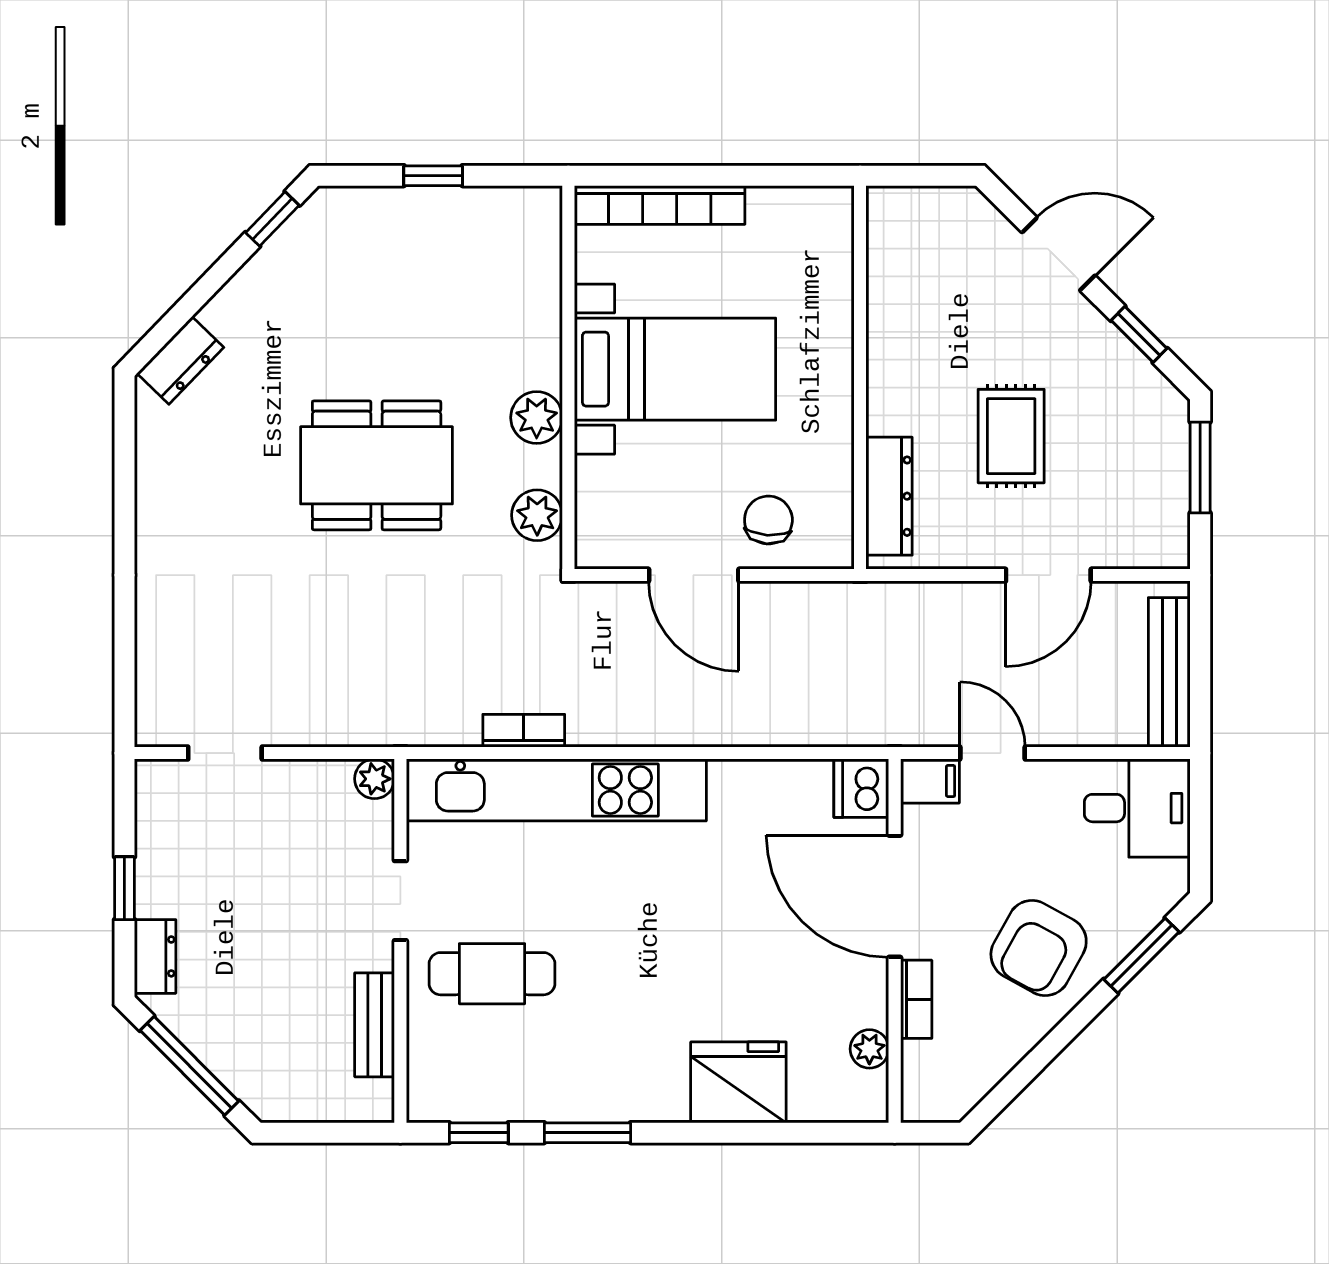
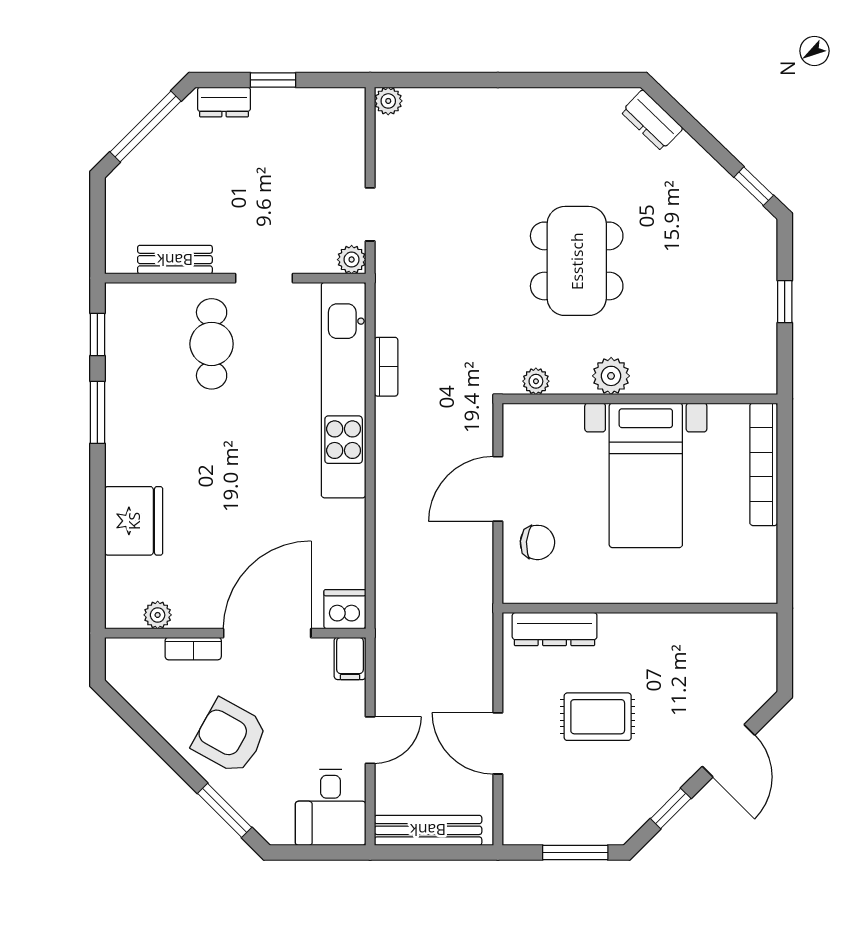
plant: (537, 515) -> (536, 381), width x0.73, depth x0.73
plant: (154, 728) -> (388, 101), added
doorway: (225, 753) -> (370, 214), moved
door: (992, 753) -> (370, 740), moved

